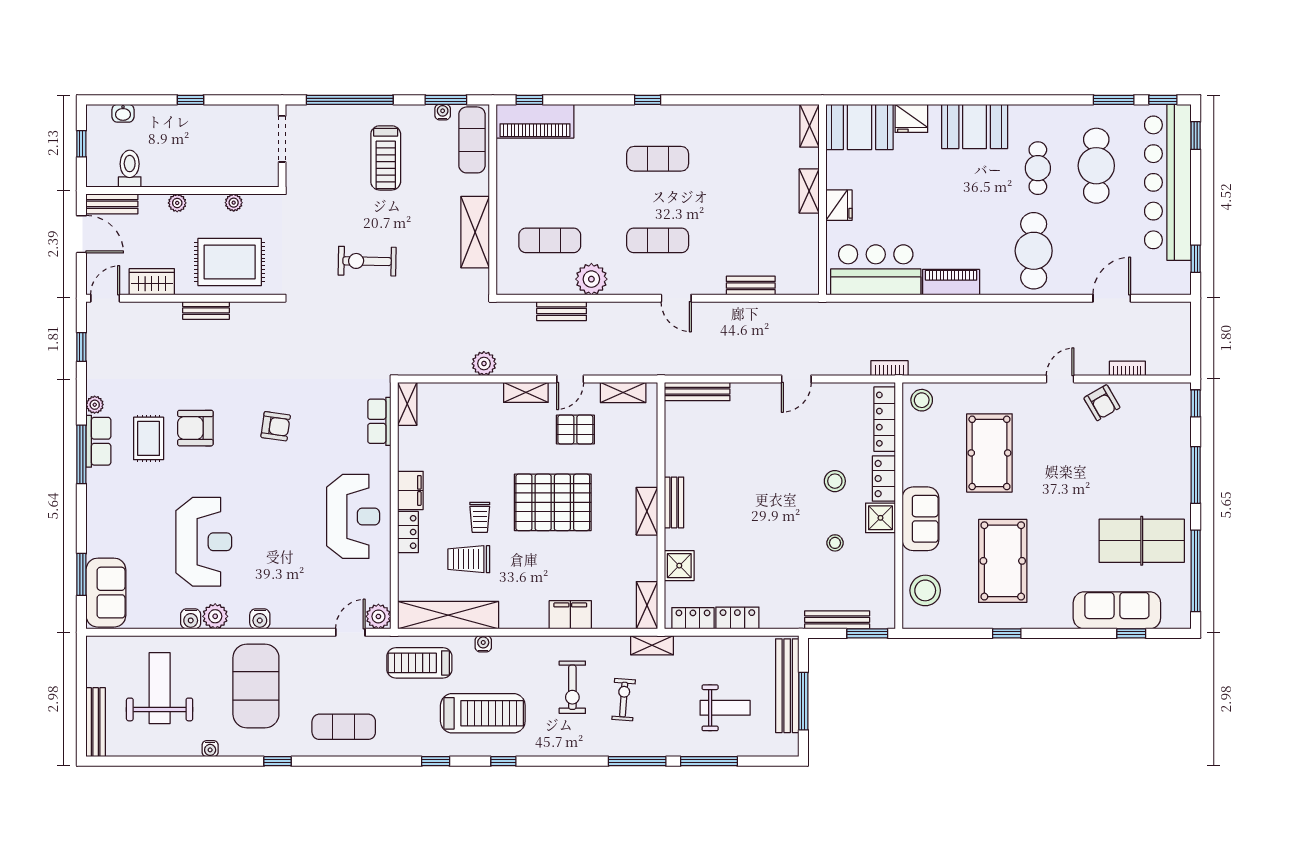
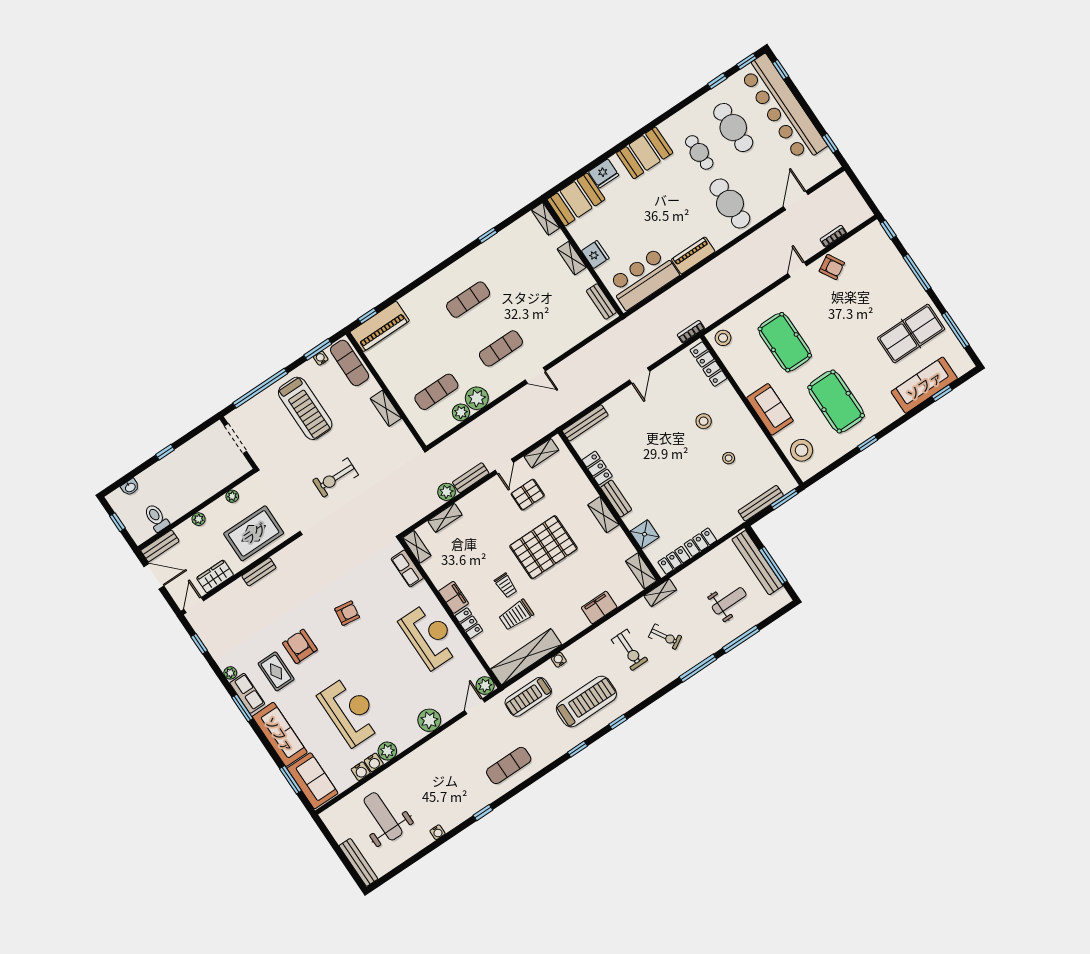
window: (648, 100) -> (488, 235), moved
window: (1114, 100) -> (717, 81), width x0.67
treadmill: (386, 158) -> (305, 408), width x1.37, depth x1.38
shelving: (475, 232) -> (386, 408), width x0.67, depth x0.75
plant: (562, 283) -> (461, 412), added
bench: (751, 286) -> (601, 301), moved, turned 90
bench: (562, 311) -> (471, 478), moved
shelving: (526, 392) -> (445, 518), moved
armchair: (195, 428) -> (300, 646), turned 90
window: (81, 454) -> (242, 708), width x0.69
locker: (884, 479) -> (597, 468), moved, turned 180
sofa: (104, 514) -> (280, 734), added
shower: (880, 518) -> (746, 425), removed
window: (1196, 571) -> (955, 330), width x0.68
plant: (287, 613) -> (429, 720), added
water cooler: (260, 619) -> (361, 771), moved
exercise mat: (256, 686) -> (440, 776), removed
exercise bike: (624, 700) -> (665, 637), turned 145

